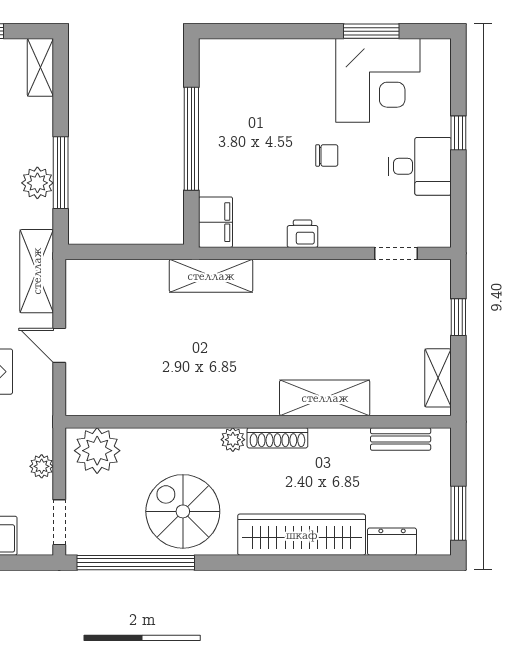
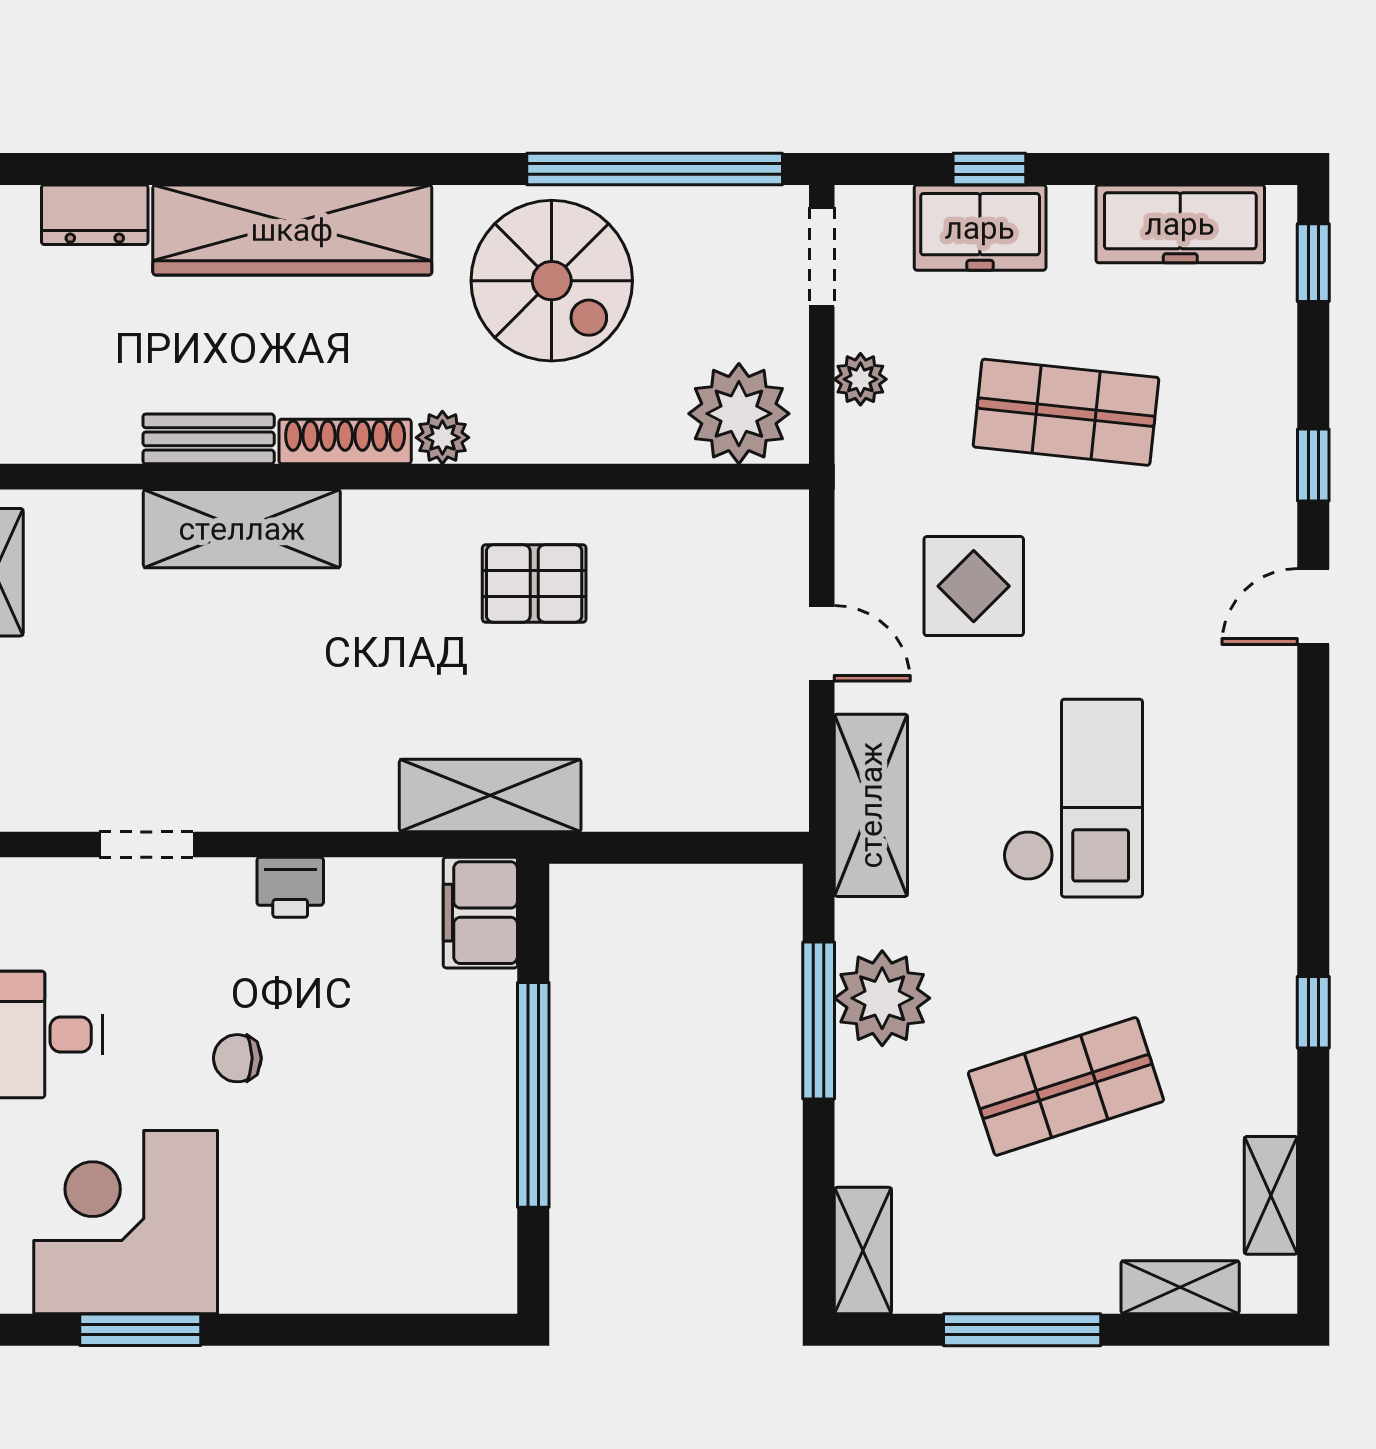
plant: (37, 183) -> (882, 998), width x1.36, depth x1.36
doorway: (396, 253) -> (147, 844), moved
pallet: (191, 373) -> (534, 583), added
bench: (401, 439) -> (209, 439), moved

